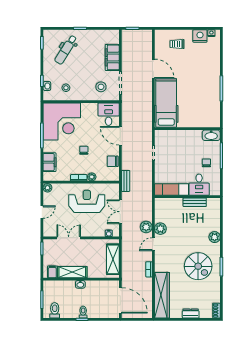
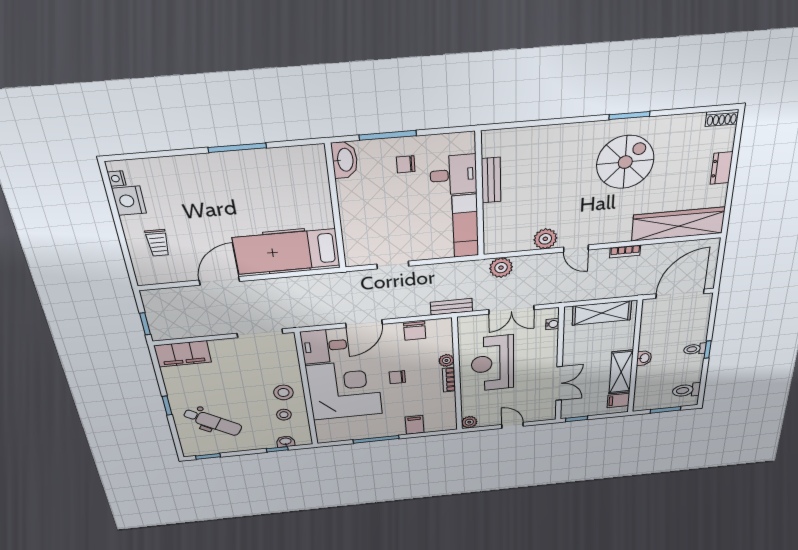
filing cabinet: (112, 57) -> (183, 354), moved
stool: (101, 87) -> (283, 392), moved
corner desk: (62, 122) -> (344, 390), moved
filing cabinet: (49, 162) -> (415, 425), width x0.50
plant: (146, 227) -> (501, 268), moved
plant: (215, 237) -> (565, 135), removed
double door: (69, 238) -> (559, 383), swing flipped

